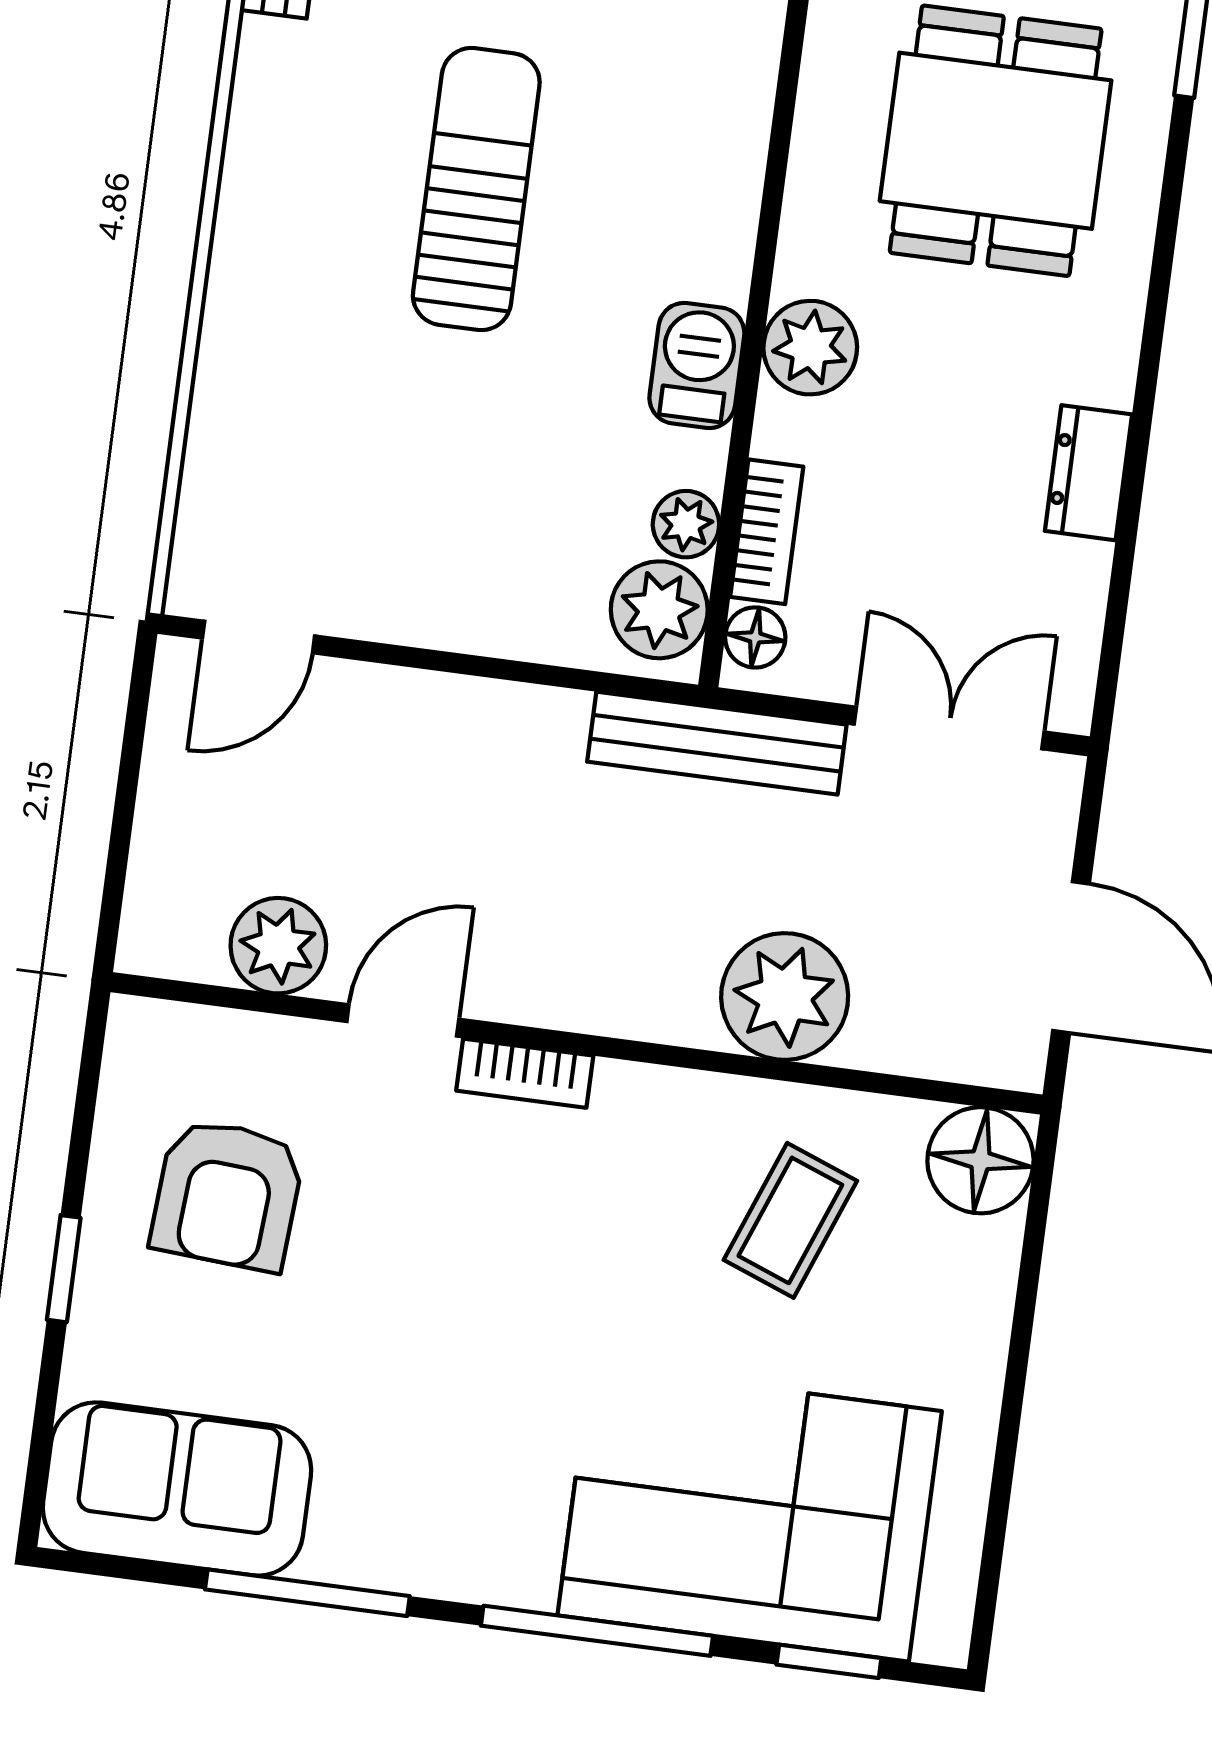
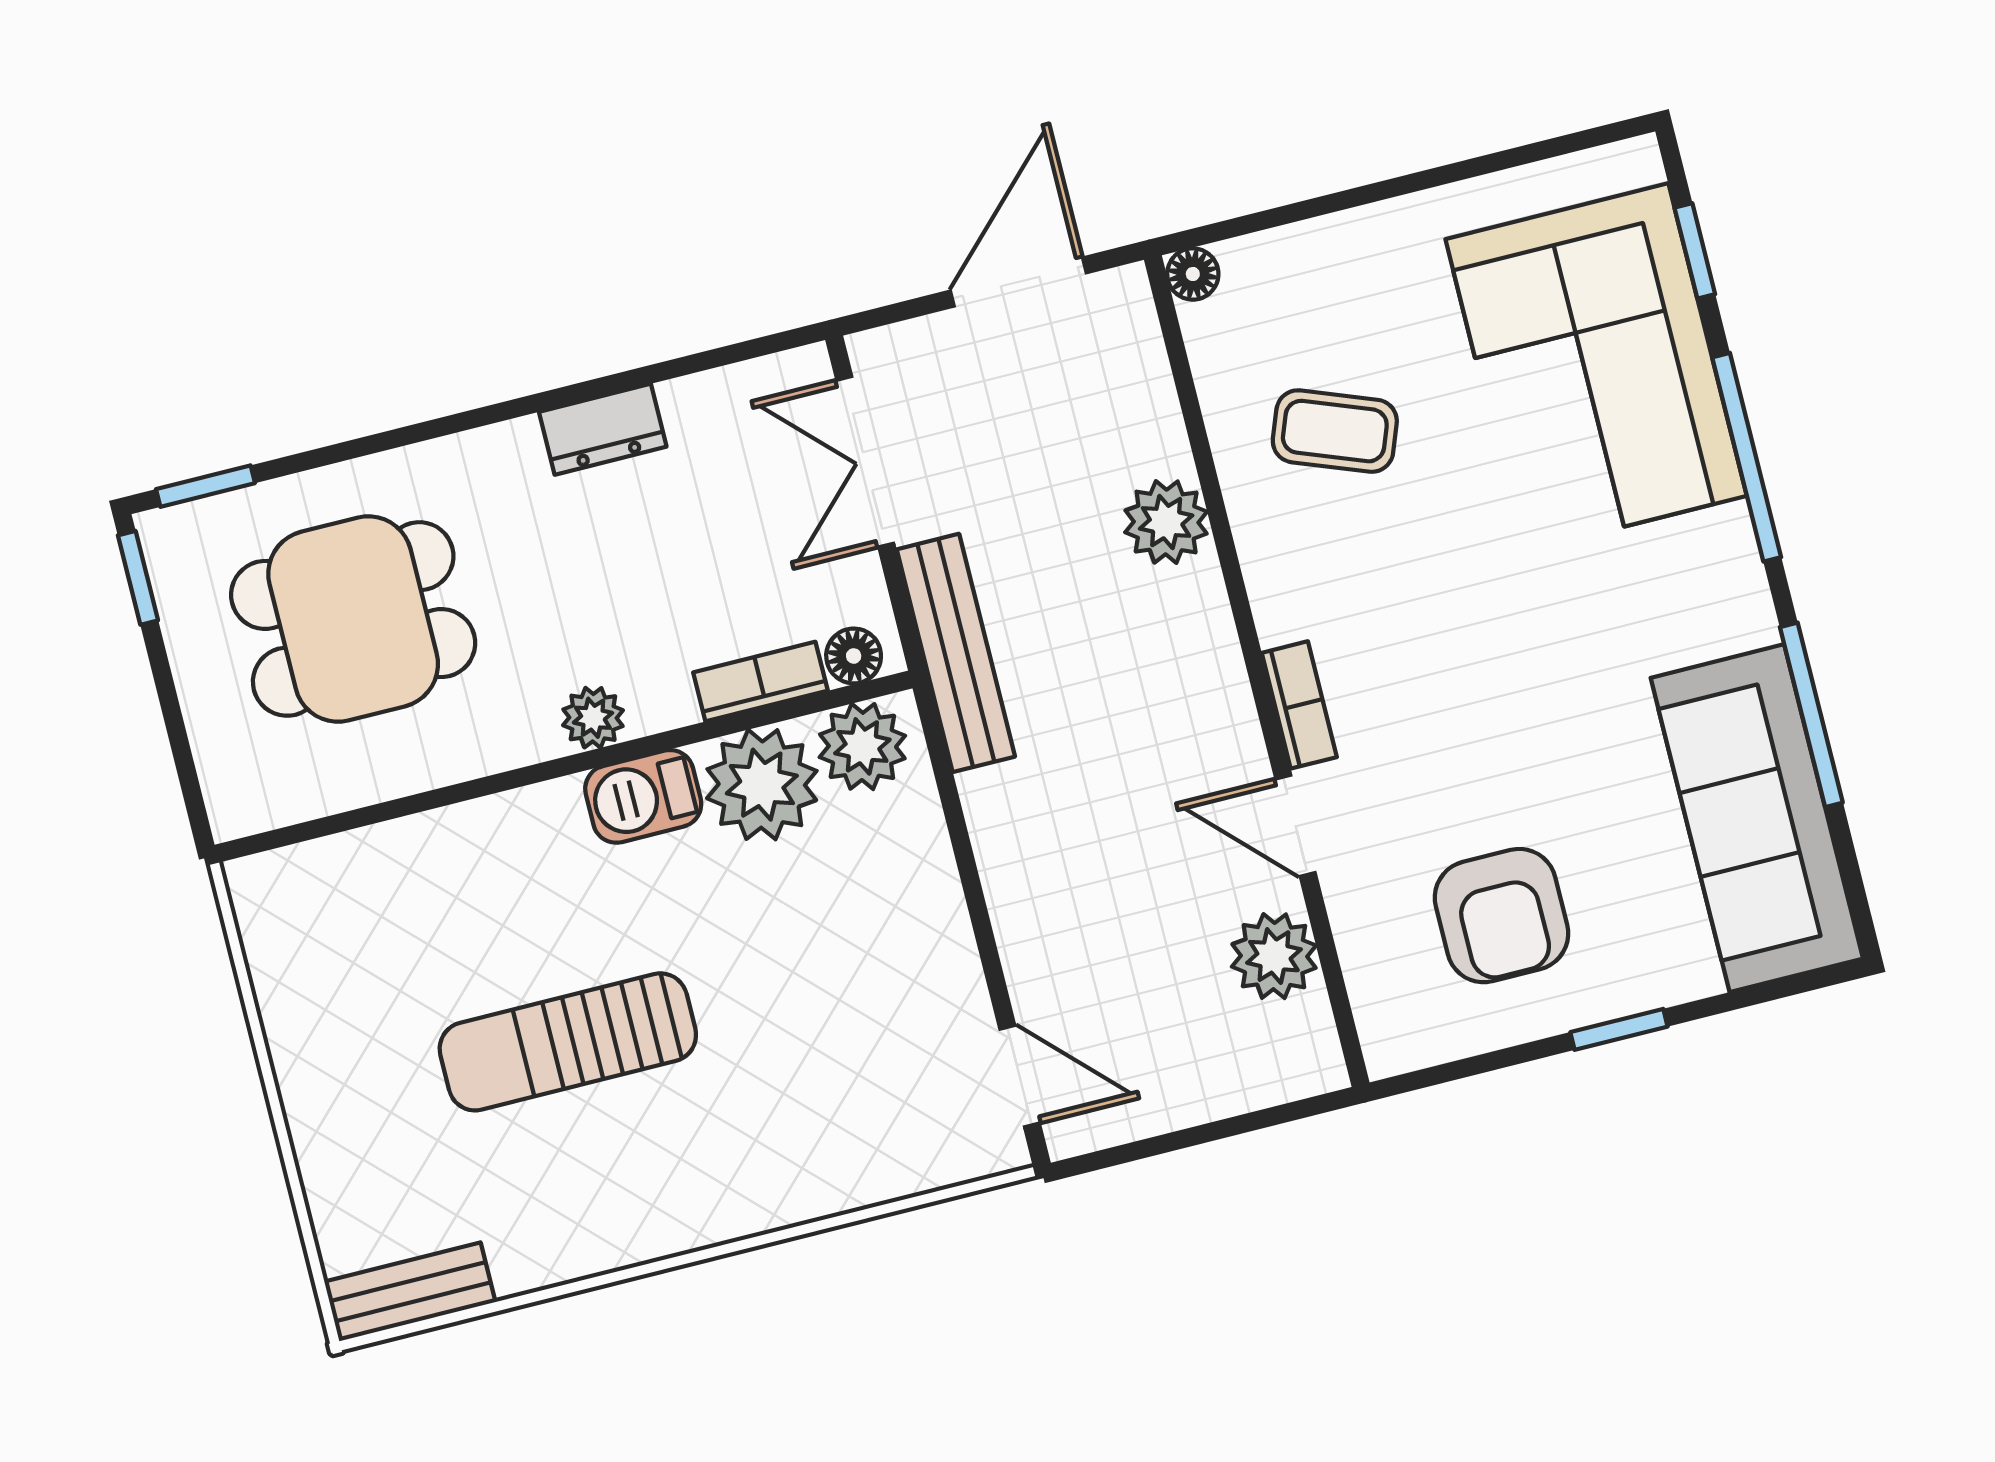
plant: (810, 348) -> (593, 718), width x0.73, depth x0.73
plant: (686, 524) -> (762, 785), width x1.88, depth x1.88
plant: (785, 996) -> (1166, 522), width x0.73, depth x0.73
floor lamp: (980, 1160) -> (1193, 274), width x0.53, depth x0.53
armchair: (228, 1195) -> (1501, 916), turned 86
sofa: (177, 1489) -> (1757, 818), width x1.36

